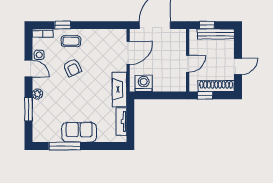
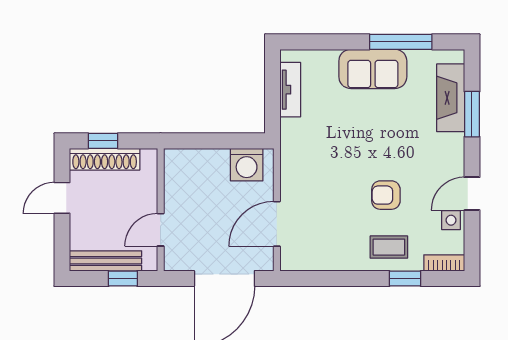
door: (188, 64) -> (161, 230), moved
door: (28, 68) -> (472, 194), hinge flipped
armchair: (72, 68) -> (386, 195), turned -65
fireplace: (120, 89) -> (451, 98), moved, turned 180
plant: (37, 94) -> (455, 144), removed
window: (205, 95) -> (103, 141), moved

